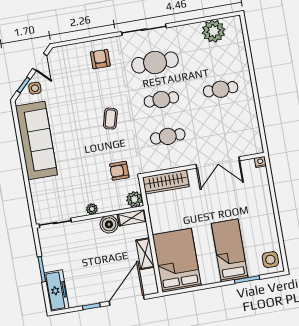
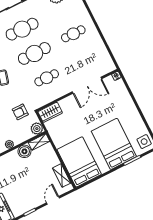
cafe table: (161, 99) -> (34, 53), width x1.37, depth x1.35
wardrobe: (166, 182) -> (50, 112), width x0.67
bed: (230, 250) -> (114, 144), width x1.50
shelving: (145, 254) -> (62, 176), moved
door: (127, 300) -> (53, 200), width x0.53

